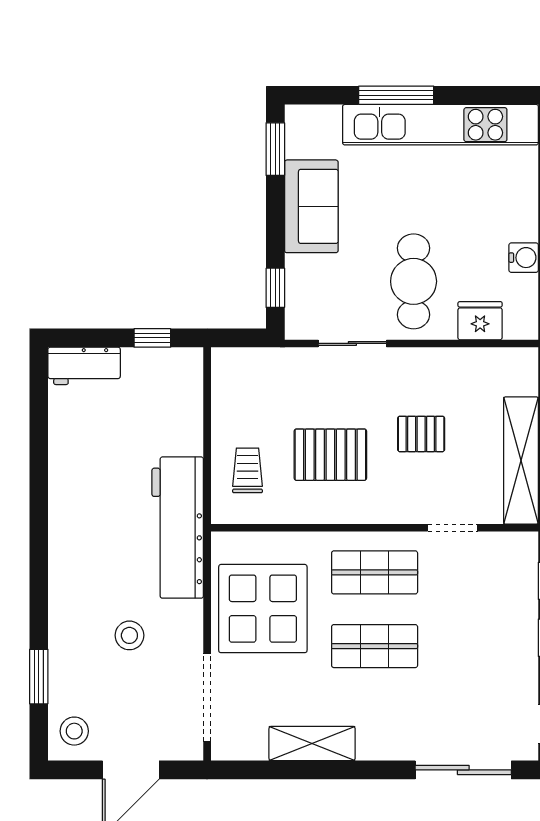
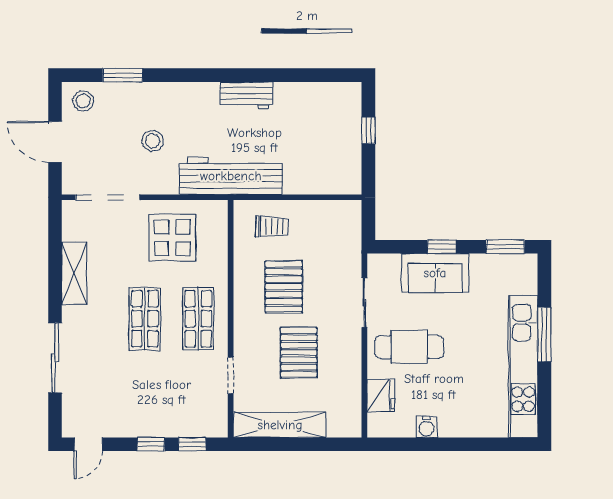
sofa: (311, 206) -> (435, 273), moved
window: (275, 288) -> (442, 247), moved
window: (152, 338) -> (368, 130), moved
workbench: (84, 366) -> (247, 95), moved, turned -90
pallet: (421, 434) -> (299, 353), width x1.50, depth x1.42
display table: (263, 609) -> (172, 238), width x0.73, depth x0.73
sliding door: (463, 770) -> (55, 358), moved

